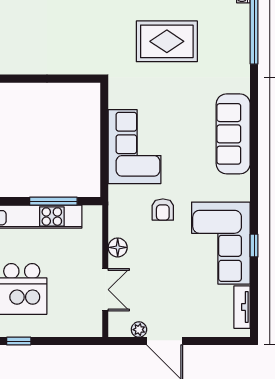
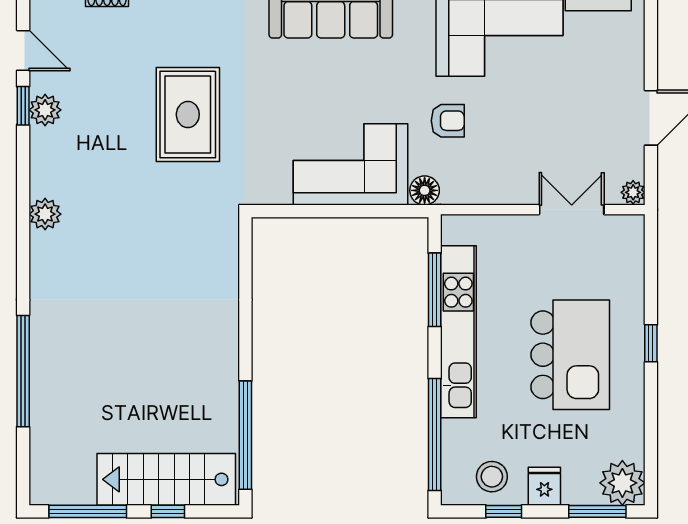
floor lamp: (118, 247) -> (425, 190), moved
plant: (139, 330) -> (633, 192), moved

